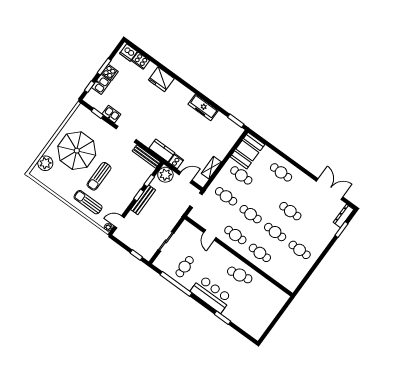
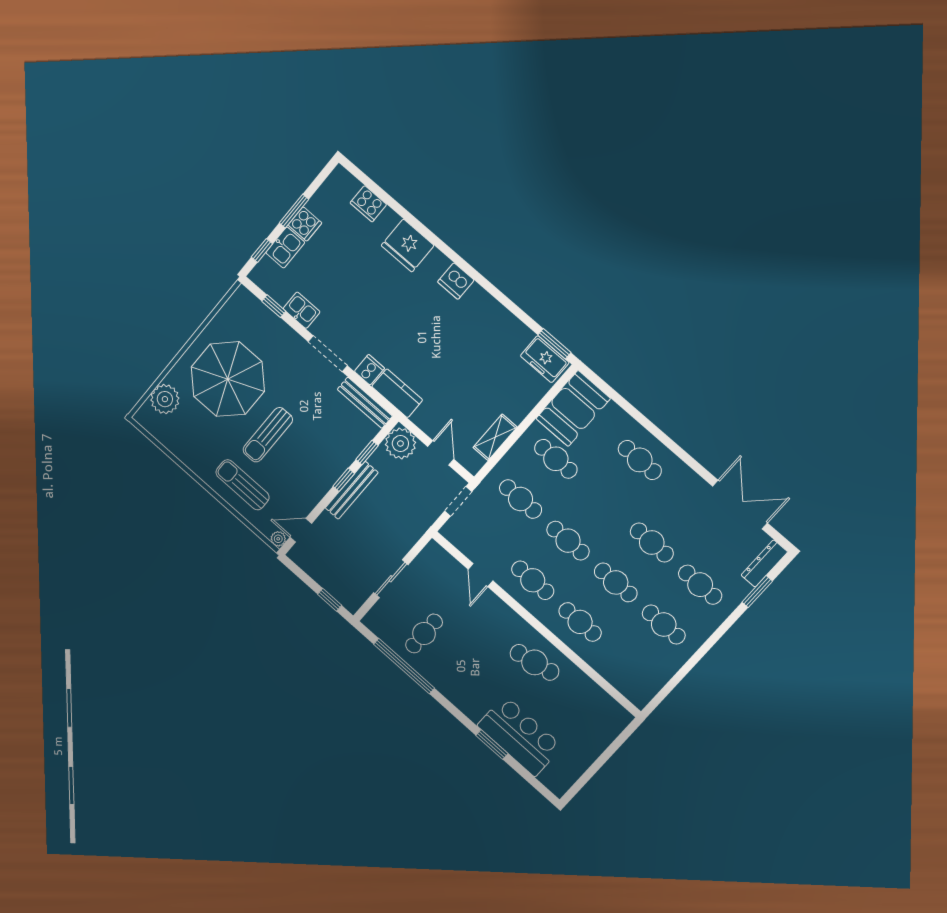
dishwasher: (128, 53) -> (456, 281), moved
freezer: (203, 107) -> (545, 359), moved, width x0.71
cooker: (176, 161) -> (369, 370), moved
door: (186, 178) -> (441, 453), hinge flipped
cafe table: (315, 229) -> (700, 585), added
bar counter: (211, 294) -> (520, 736), moved

